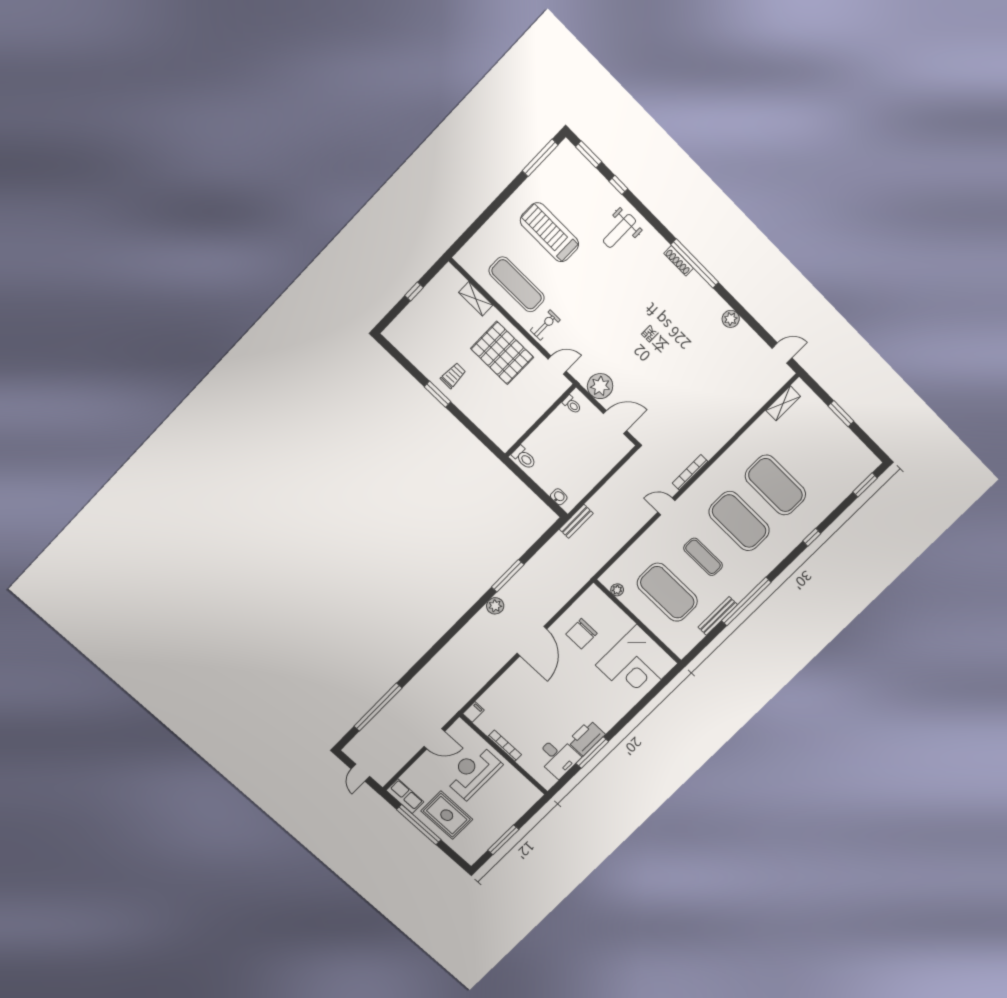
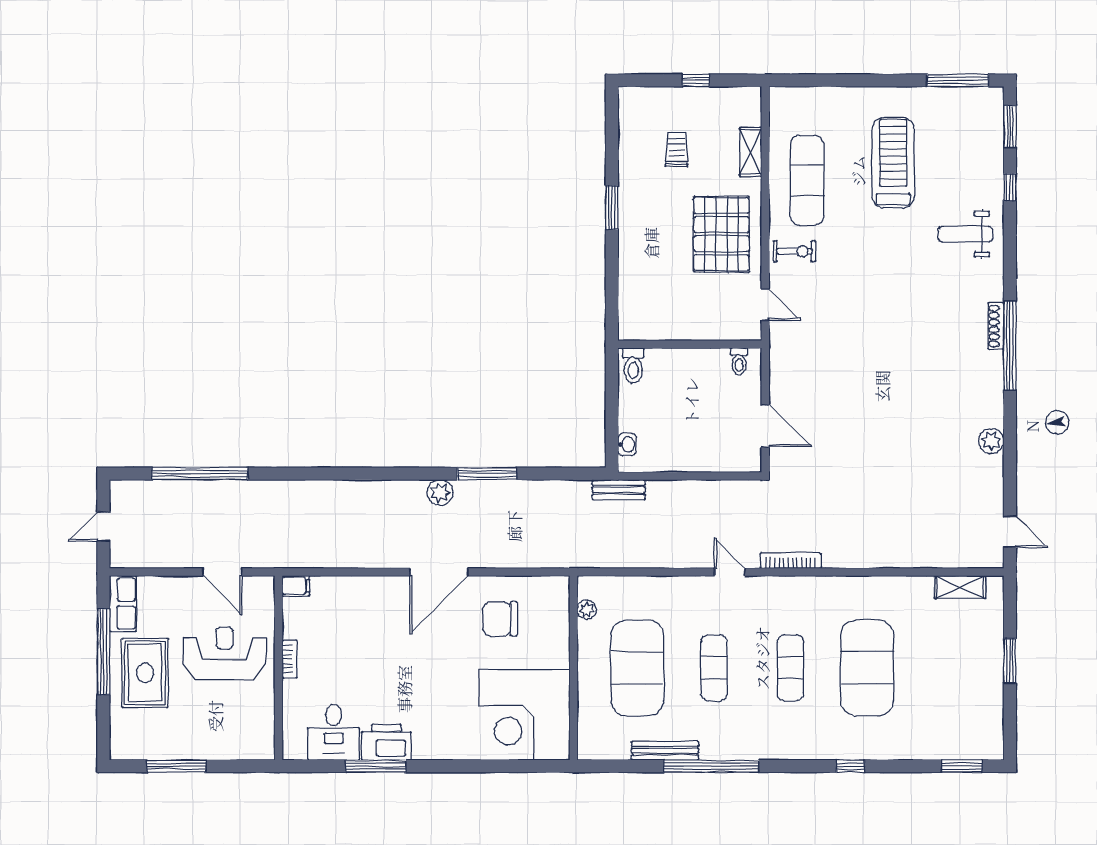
trolley: (453, 376) -> (676, 150), moved, turned -90
plant: (600, 386) -> (788, 372), removed
exercise mat: (739, 521) -> (790, 668), width x0.50, depth x0.69
bookcase: (505, 746) -> (290, 659), width x0.64

